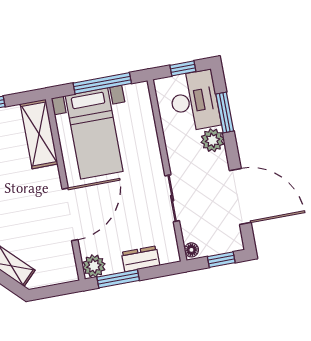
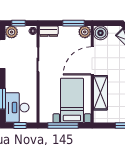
shelving: (39, 134) -> (100, 93), moved
plant: (212, 140) -> (12, 32), moved
dresser: (141, 259) -> (49, 31), moved
boiler: (64, 270) -> (101, 33), added

